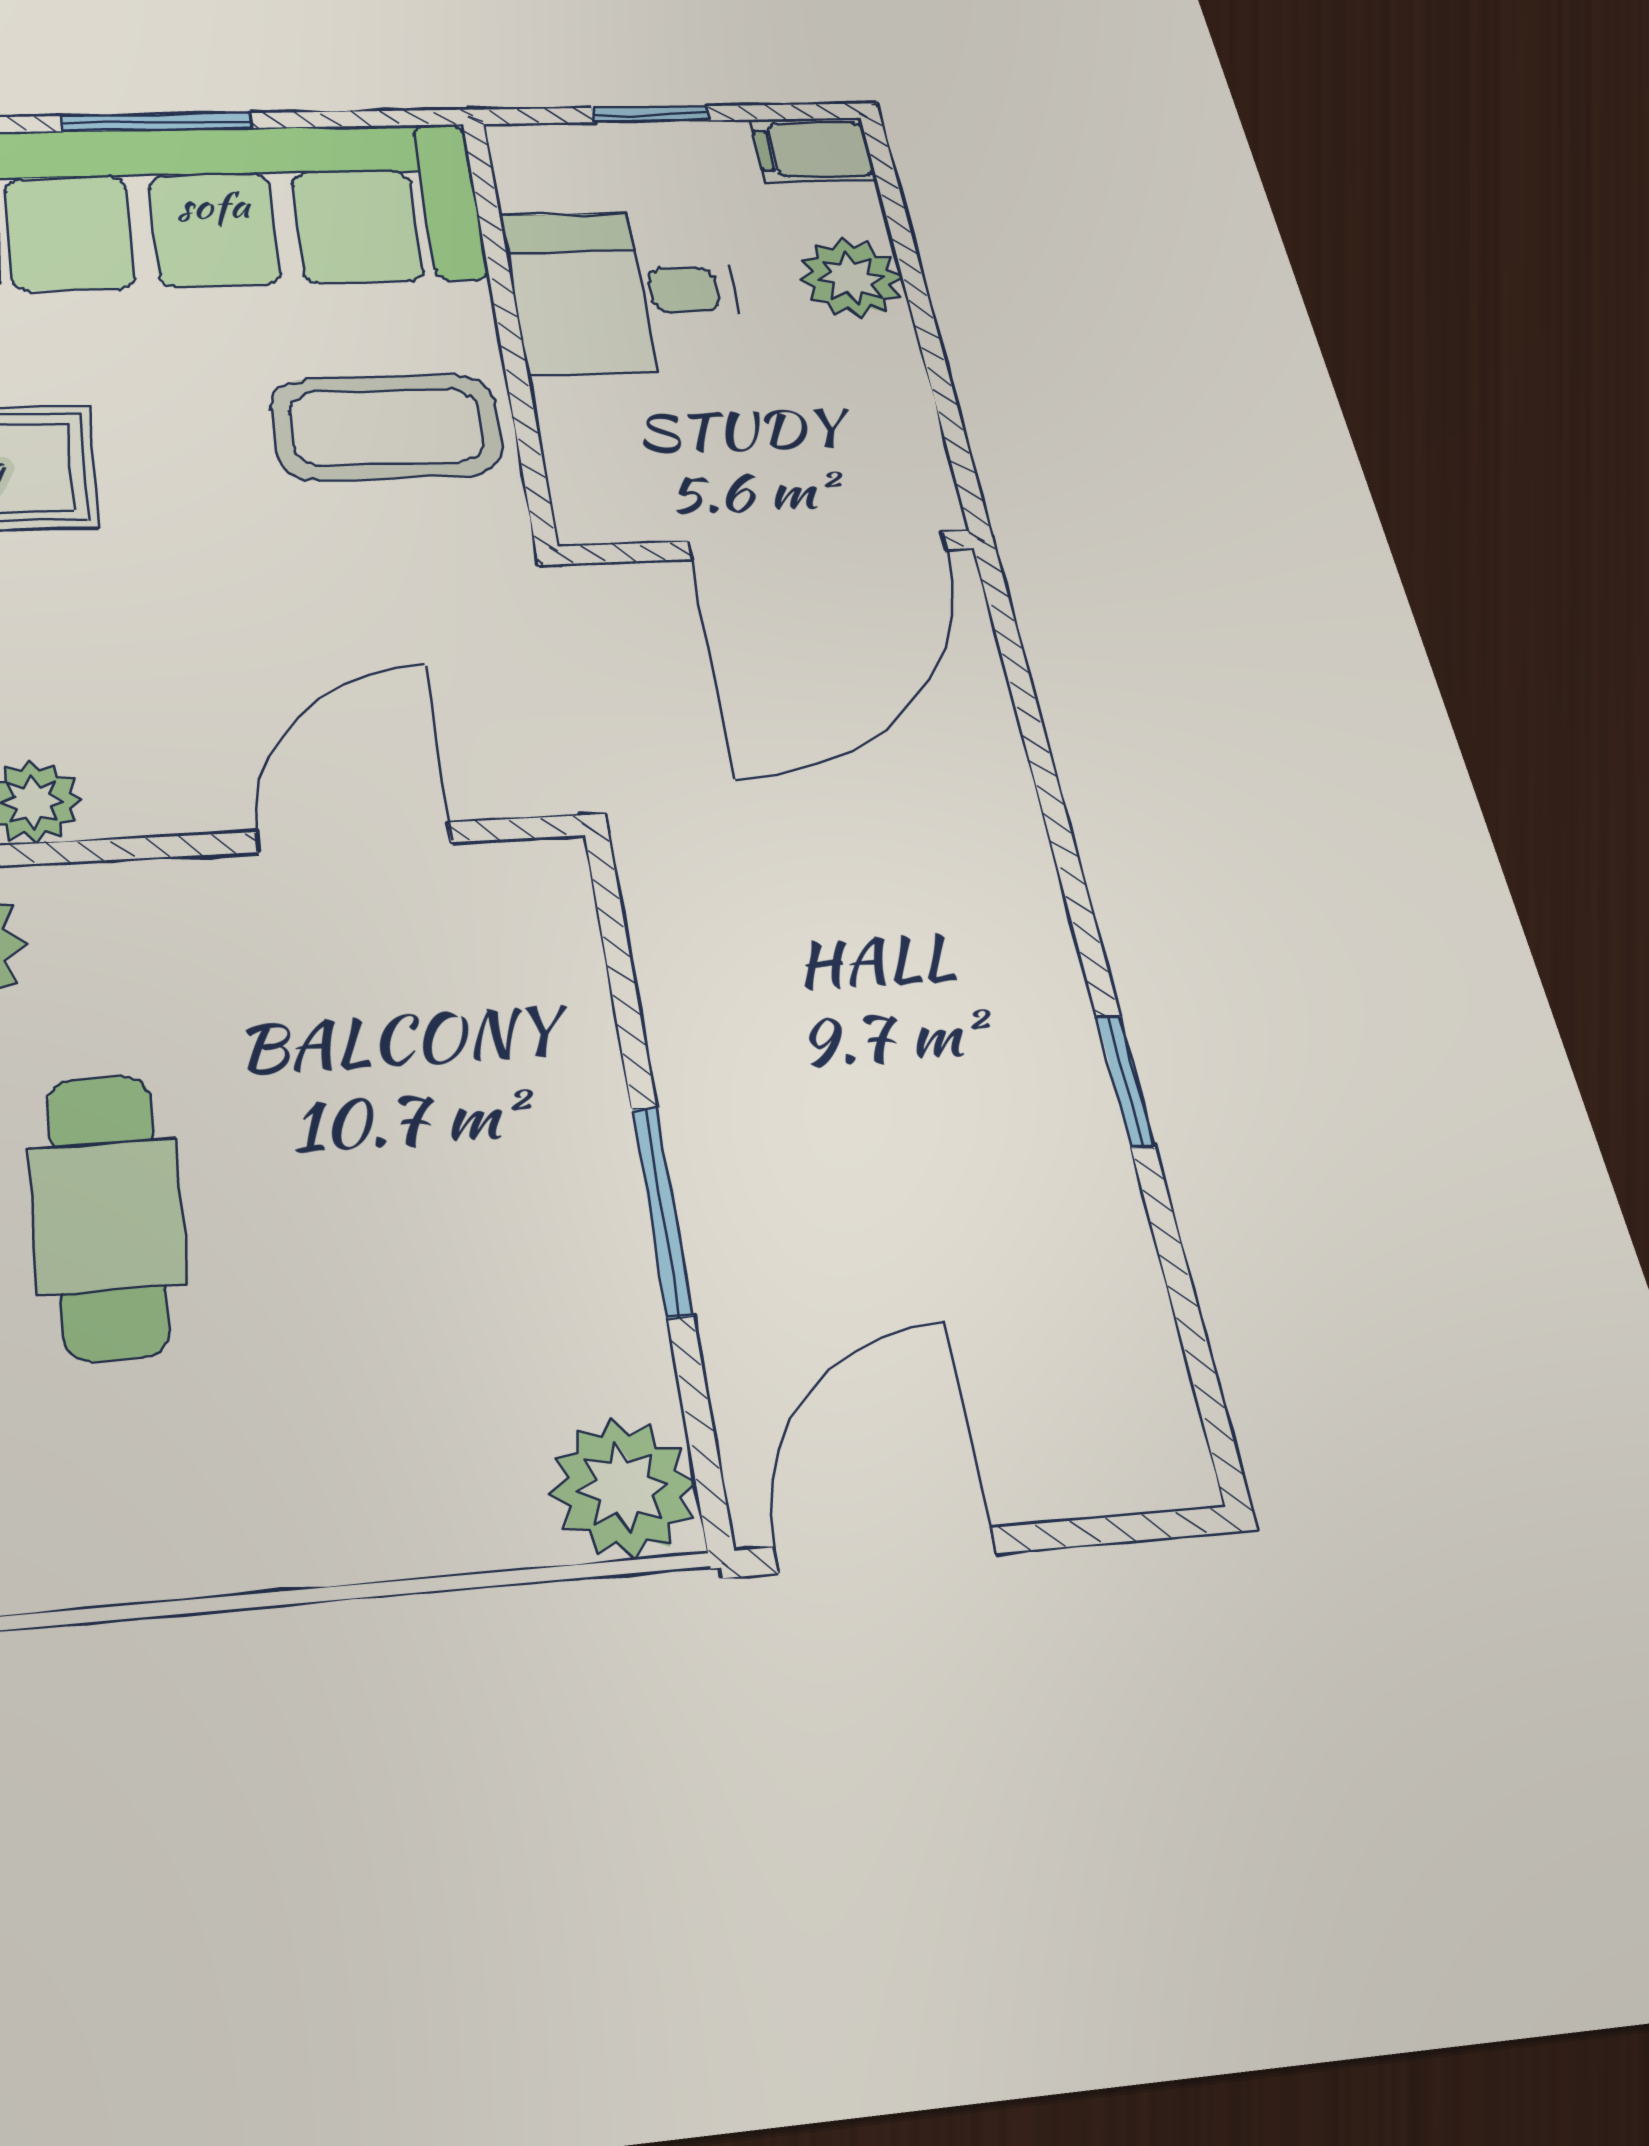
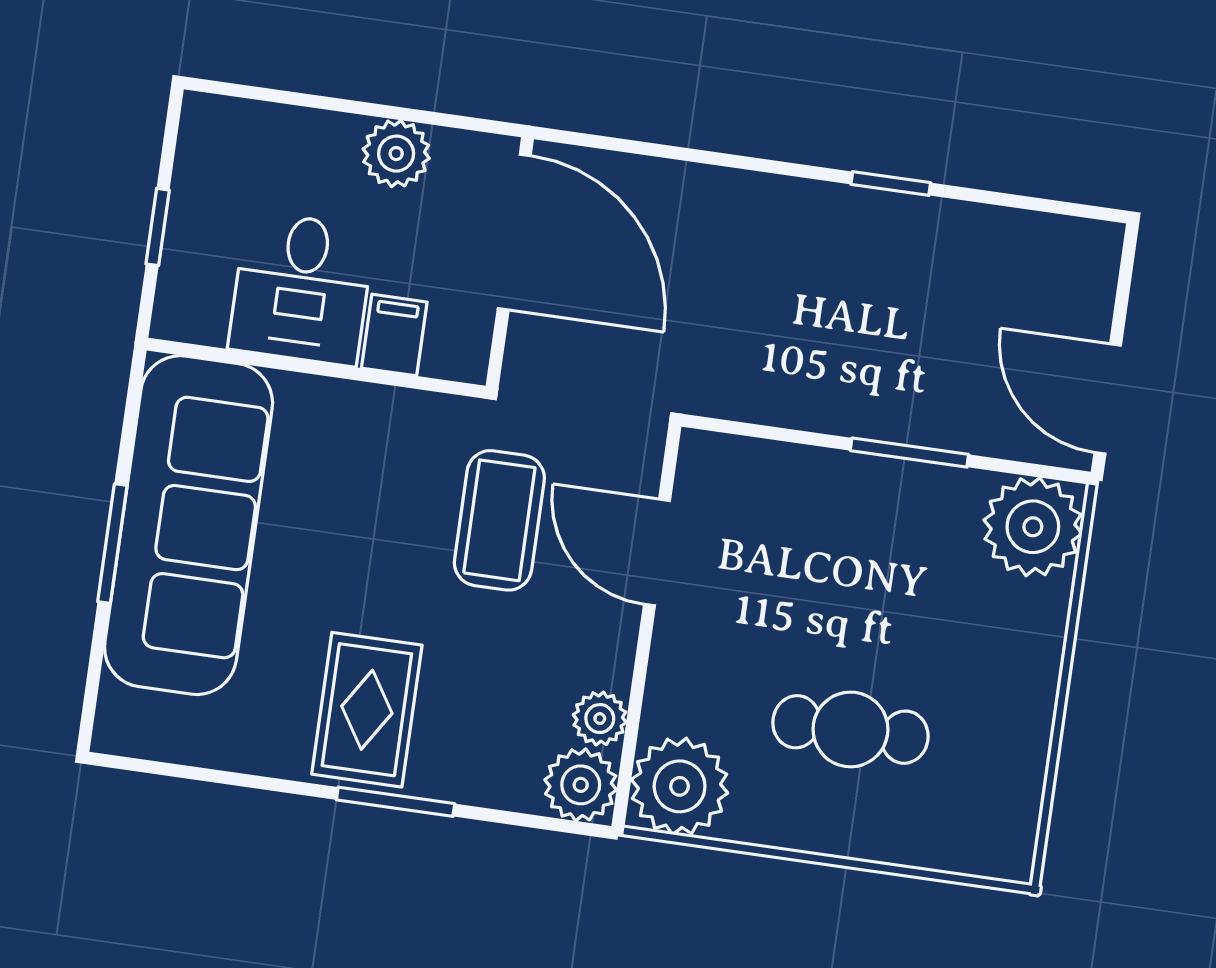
filing cabinet: (813, 150) -> (394, 335), moved, turned 180
plant: (851, 278) -> (396, 154), moved
coffee table: (387, 427) -> (499, 520), moved
plant: (623, 1488) -> (1033, 527), width x1.36, depth x1.36

